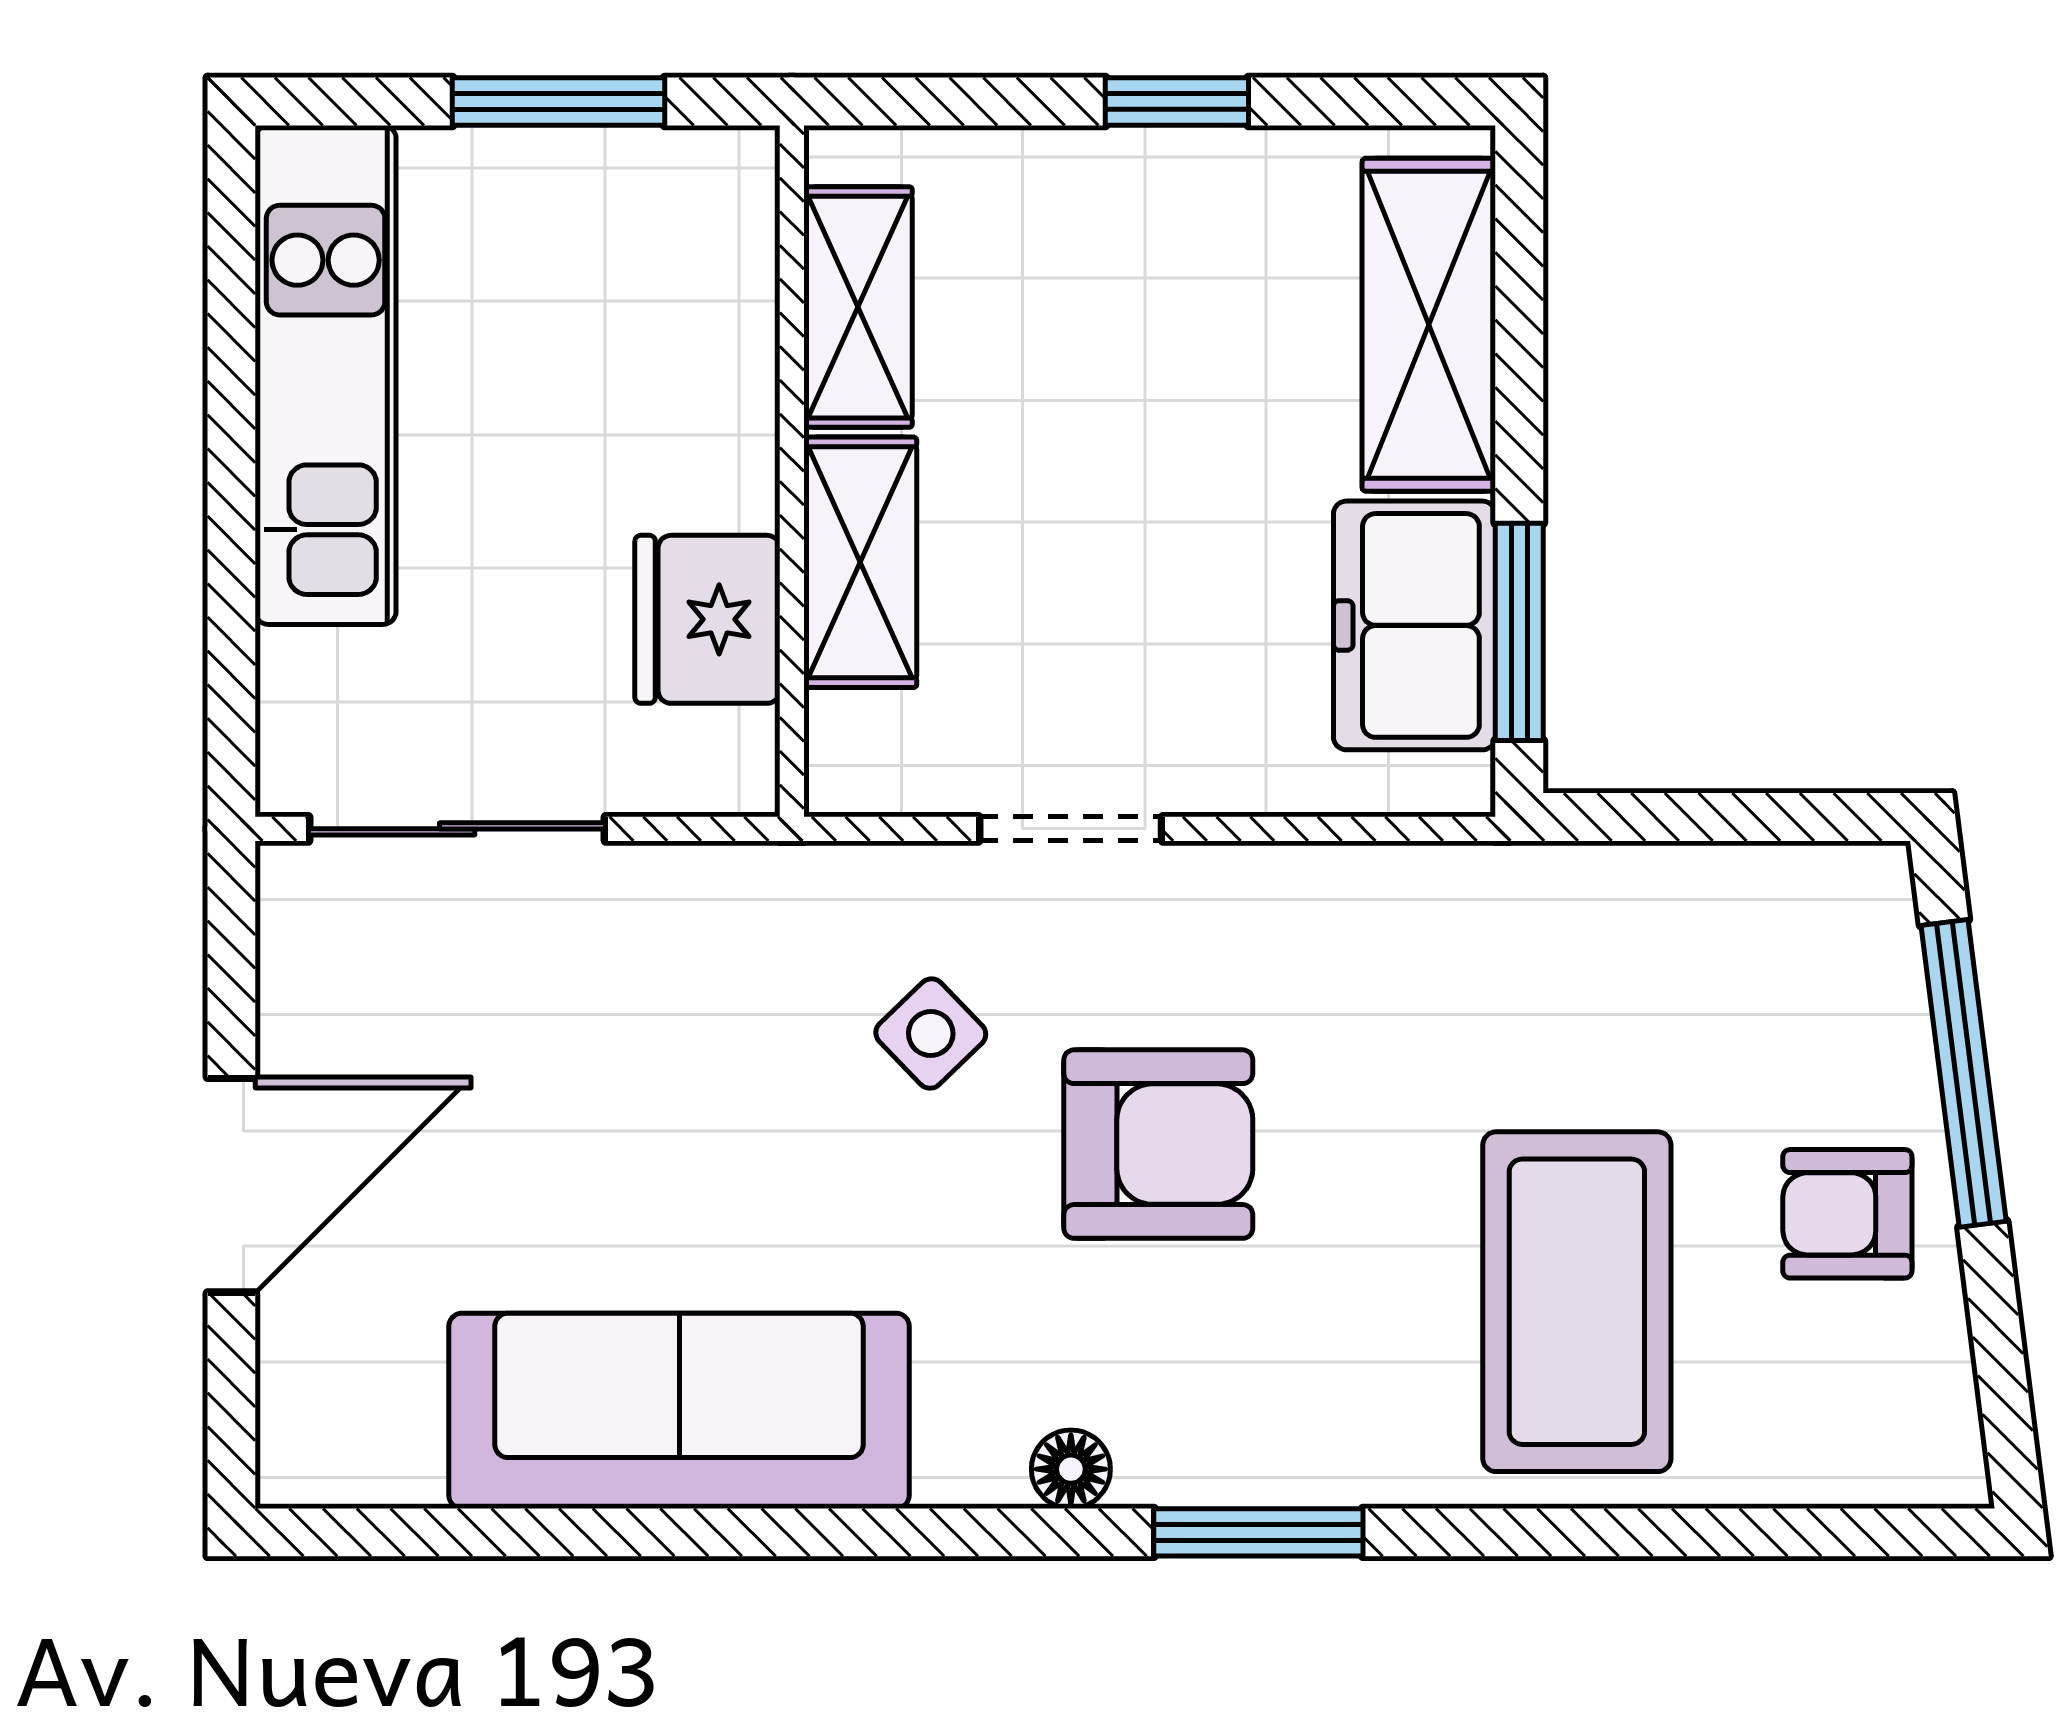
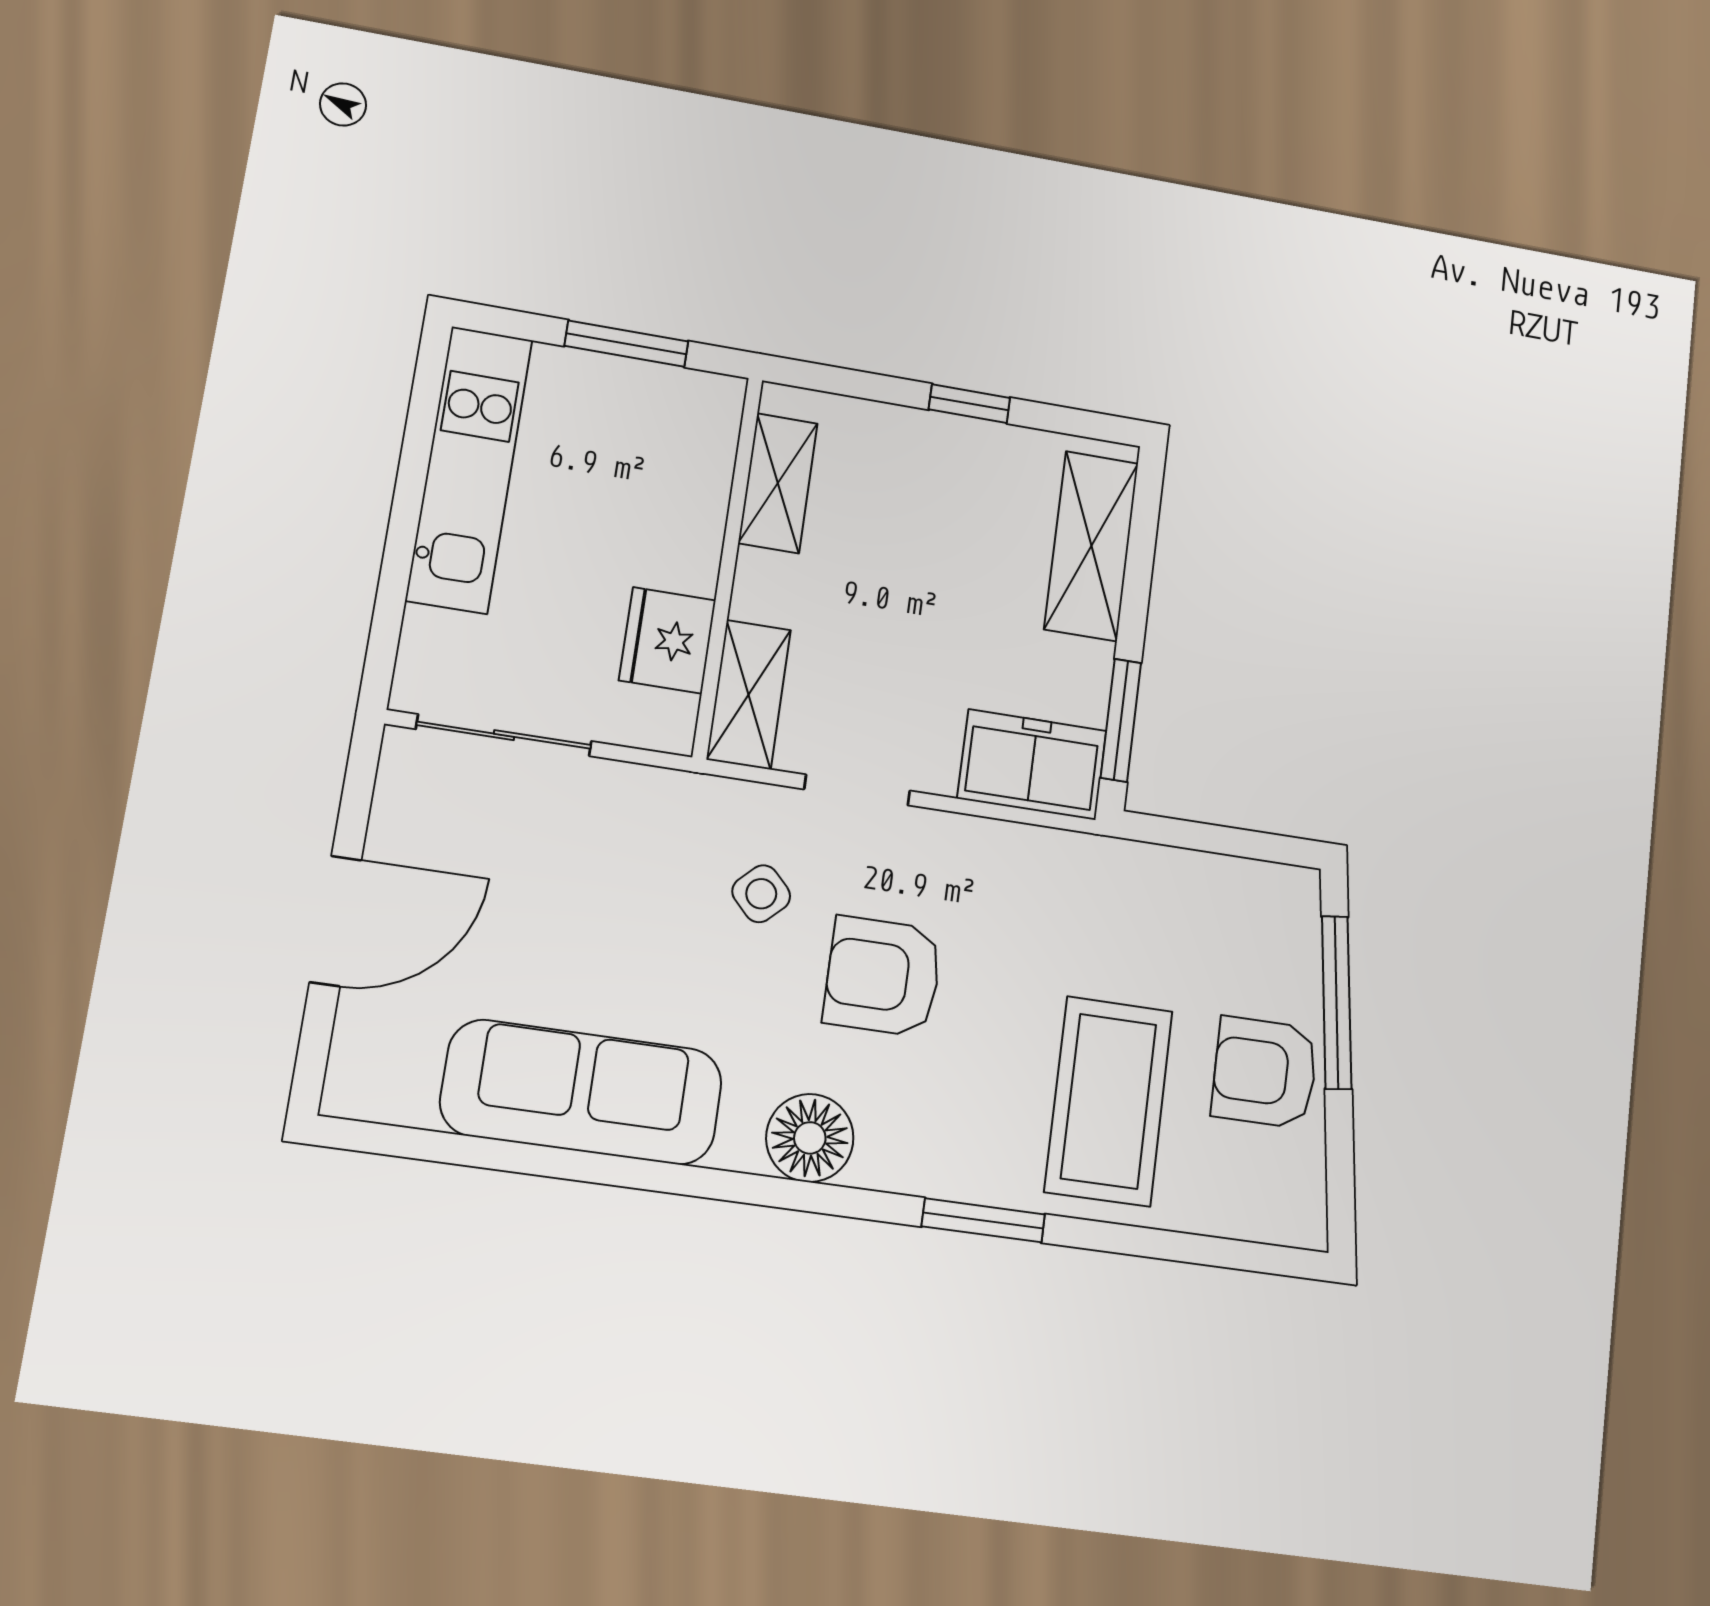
shelving: (860, 562) -> (749, 694), moved
freezer: (1414, 625) -> (1032, 765), moved, turned 90
armchair: (1158, 1144) -> (883, 976), turned 180
armchair: (1847, 1214) -> (1265, 1072), width x1.38, depth x1.38
floor lamp: (1071, 1469) -> (810, 1138), width x1.89, depth x1.89
window: (1258, 1532) -> (983, 1220), moved

